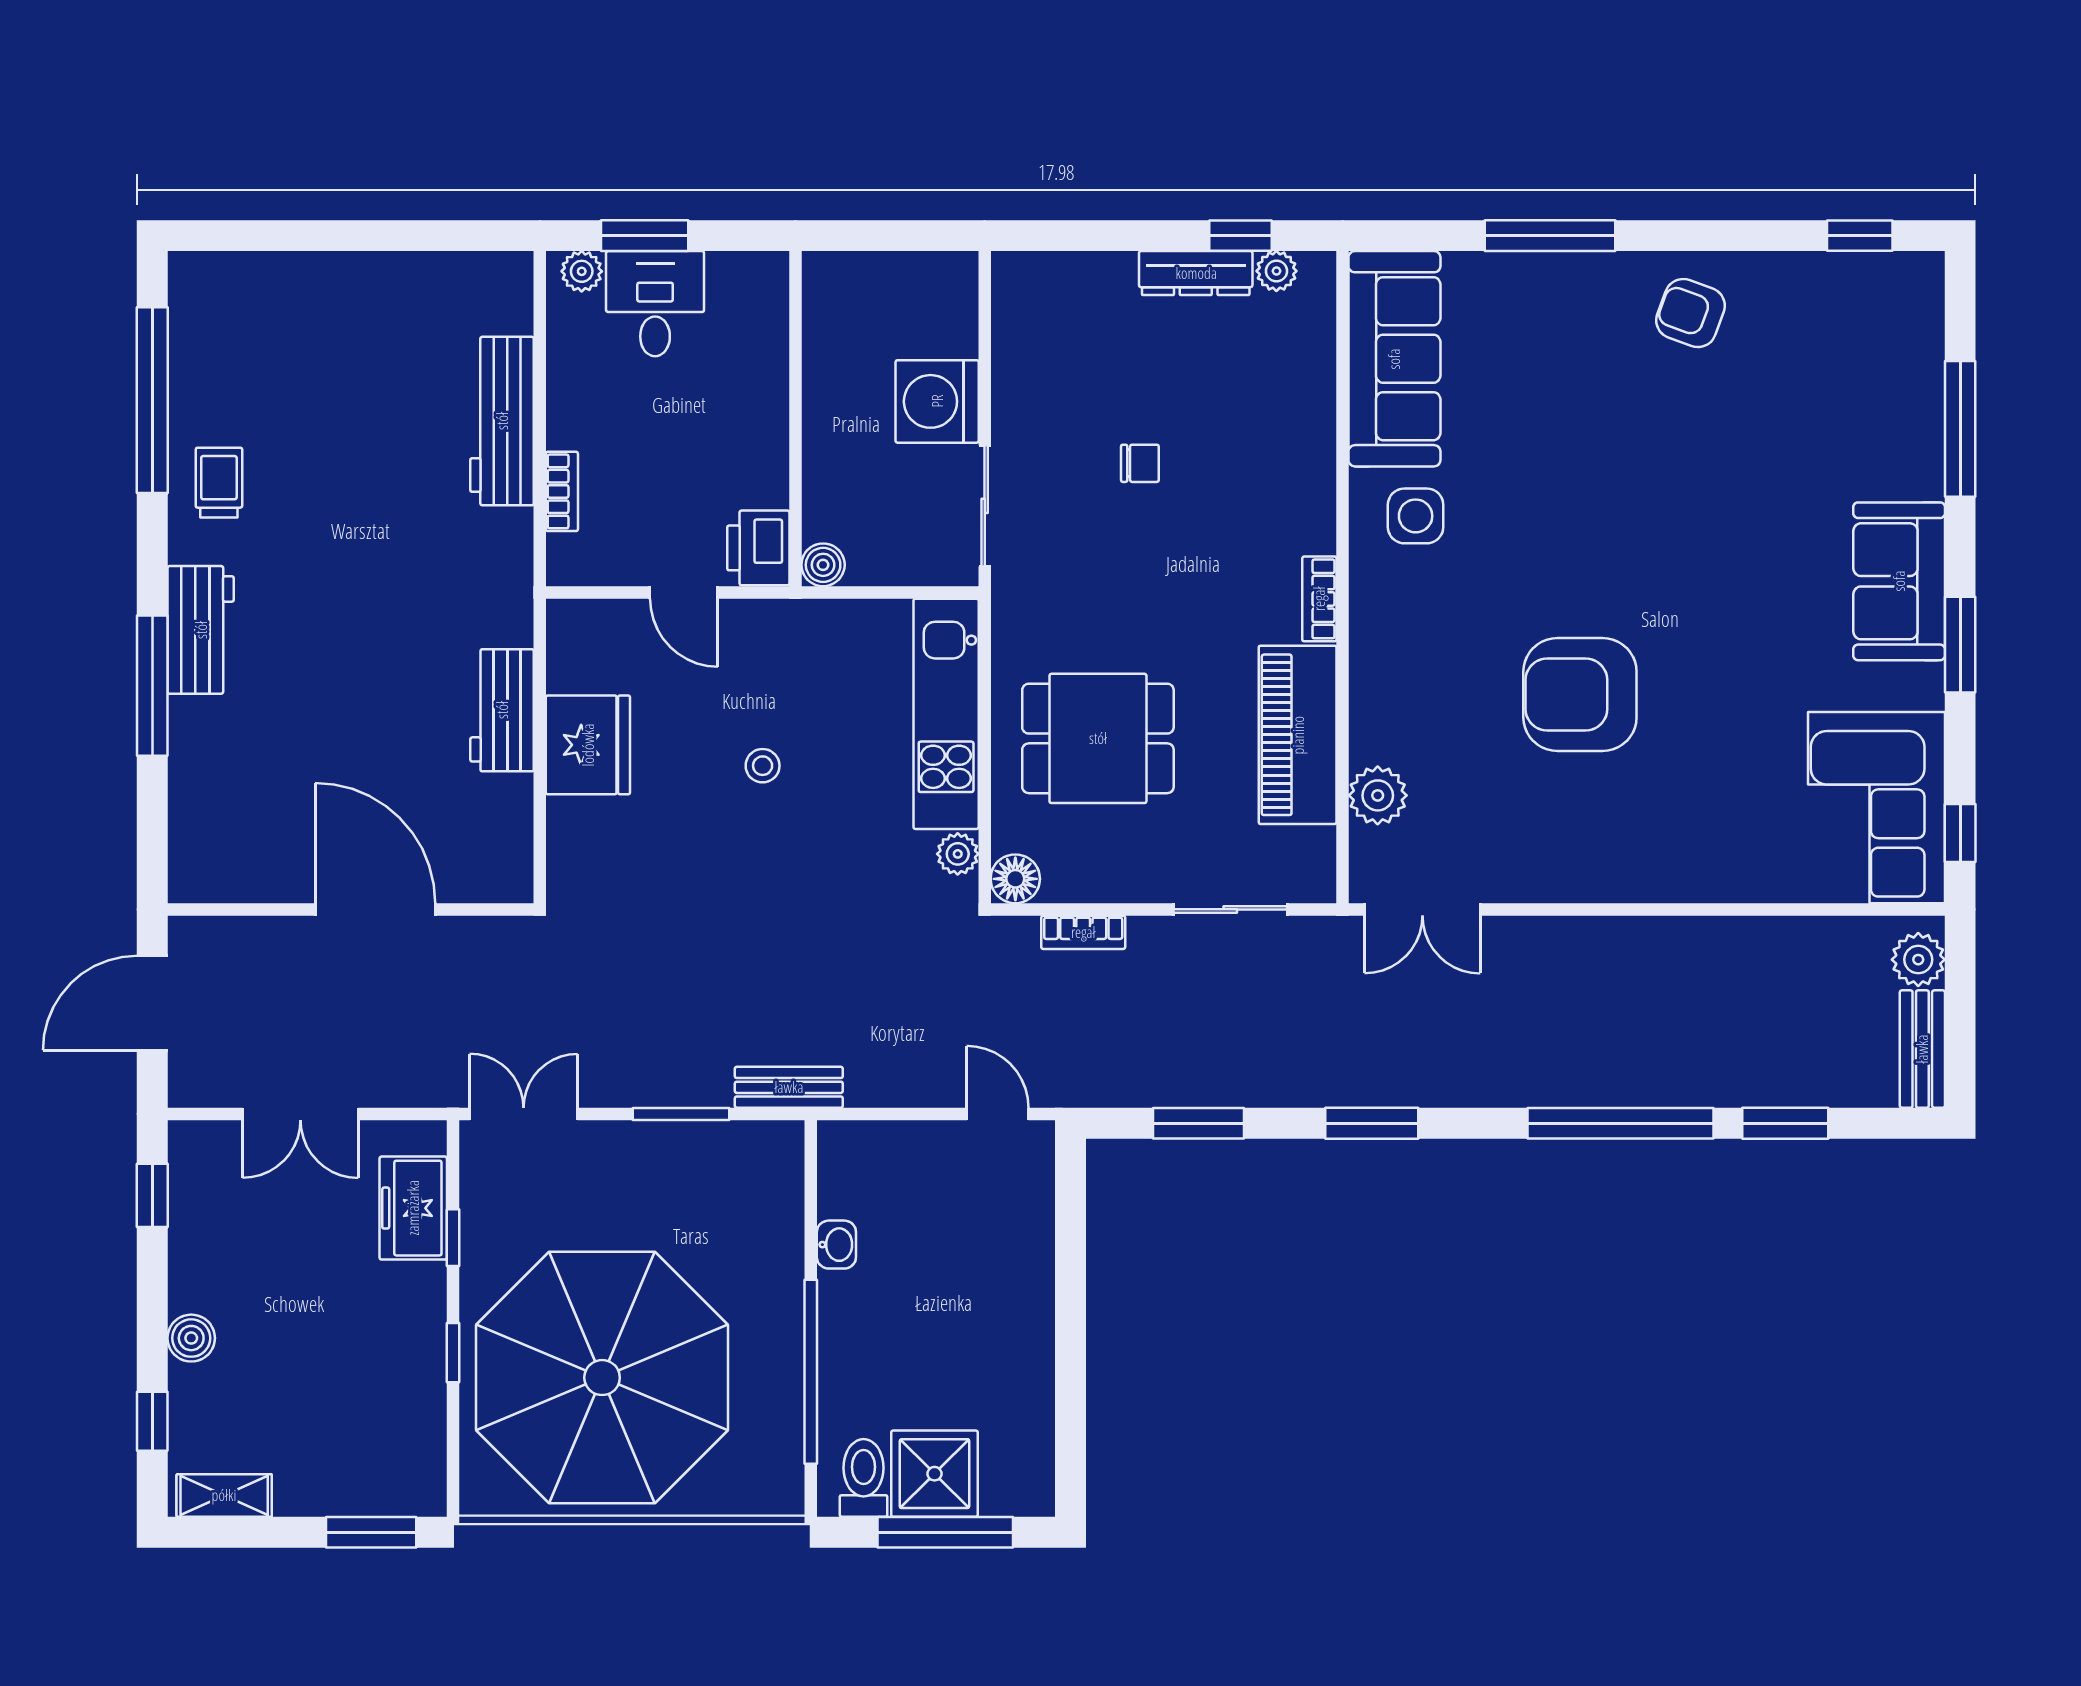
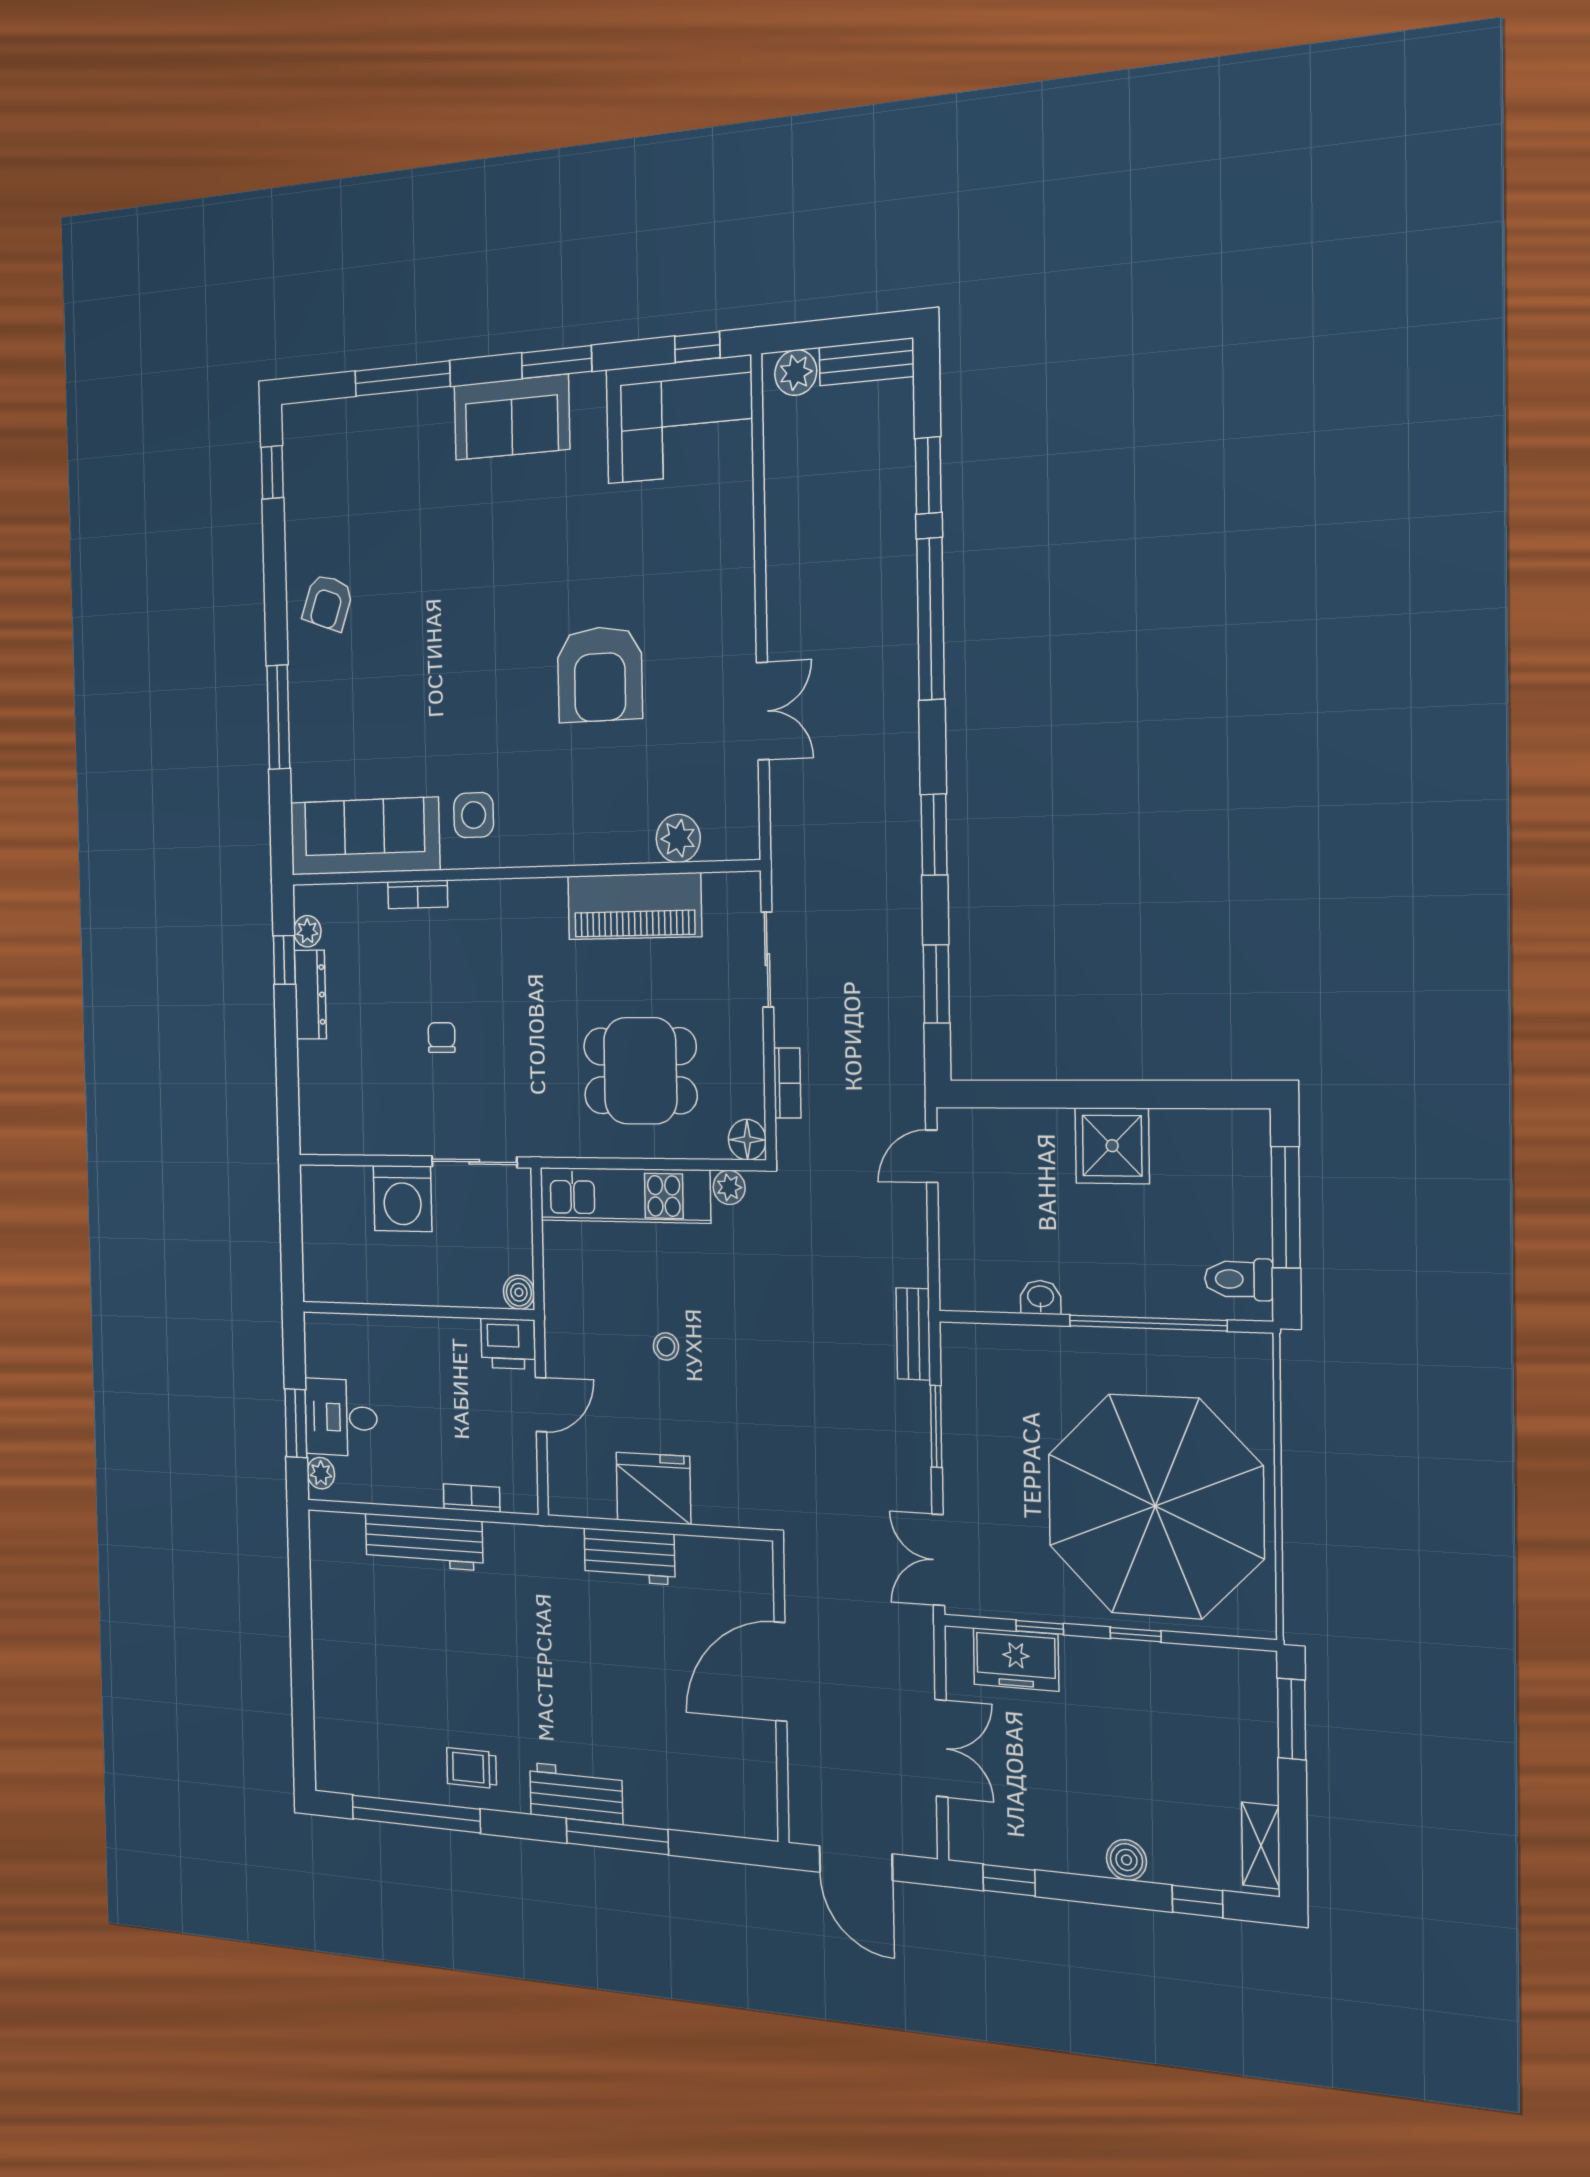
bookcase: (1319, 599) -> (418, 894), moved
dining table: (1098, 738) -> (640, 1071), turned 90
double door: (1422, 909) -> (763, 711), moved
shower: (934, 1474) -> (1112, 1146), moved

